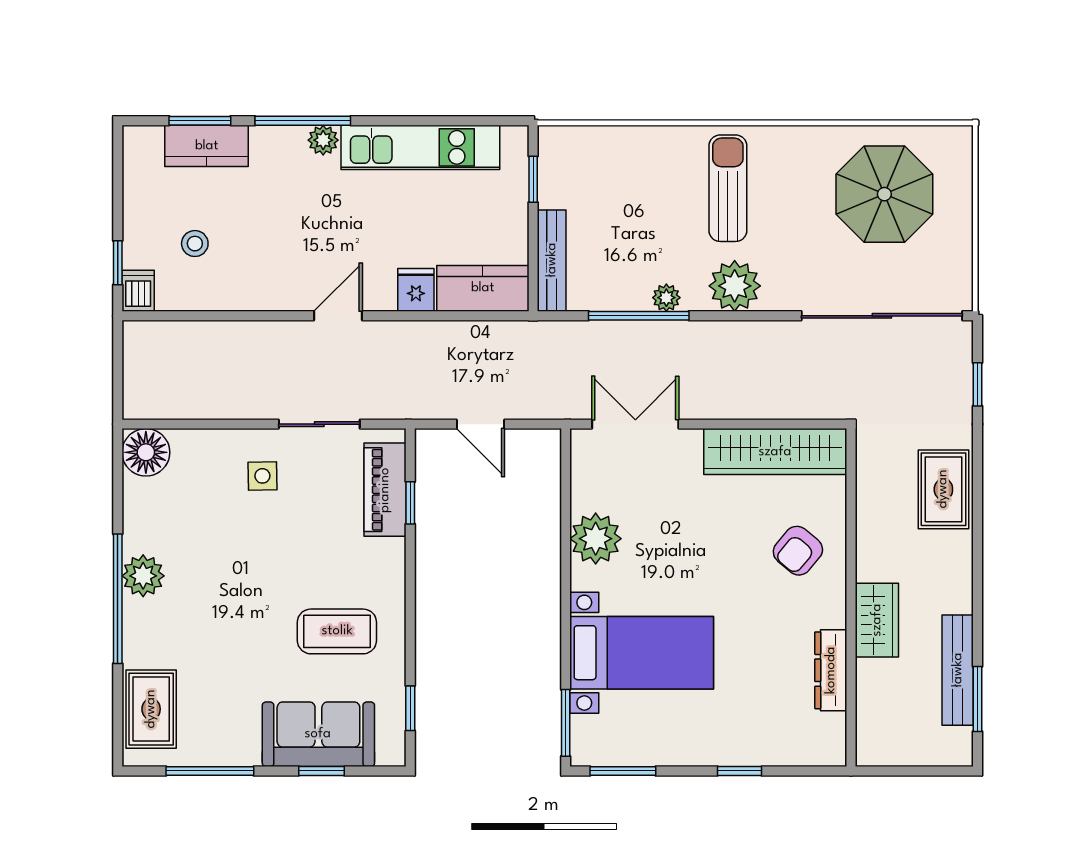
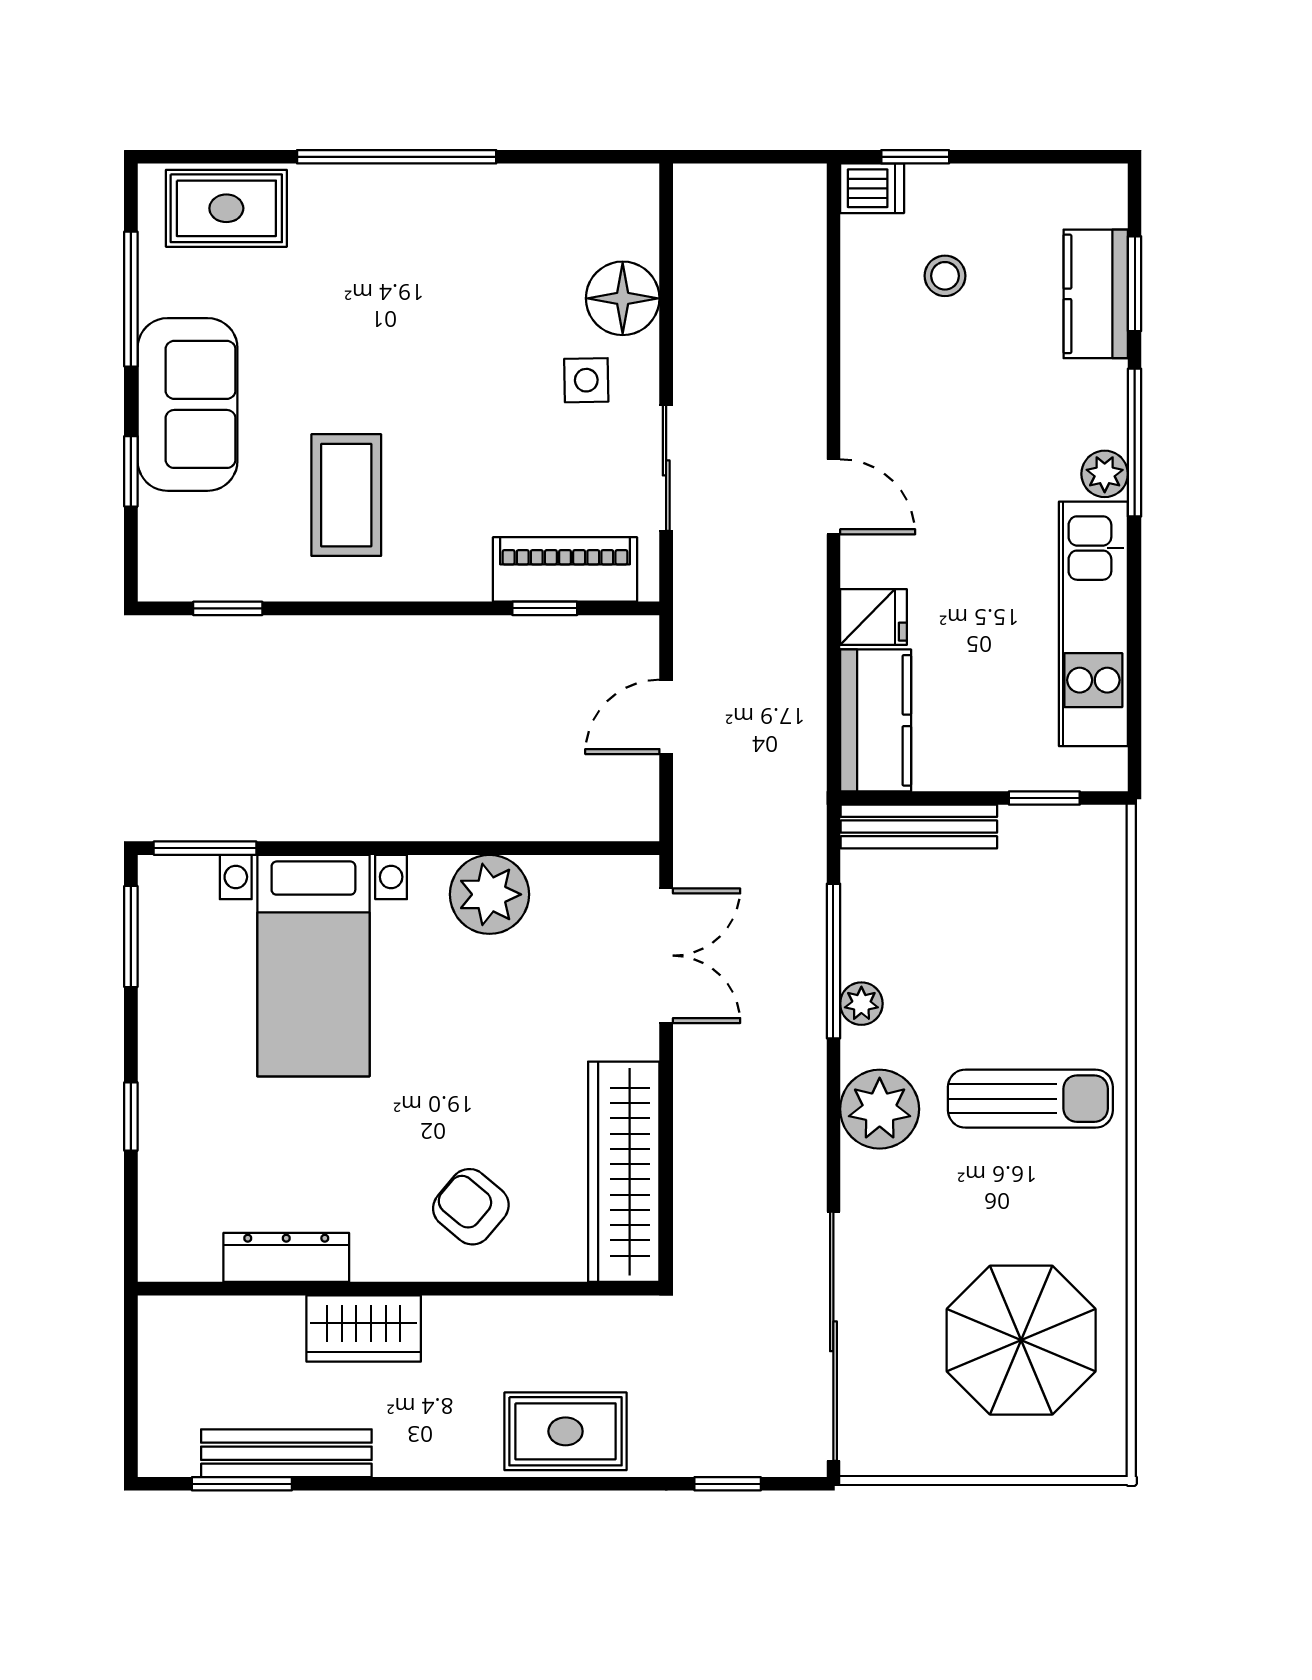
floor lamp: (146, 452) -> (623, 298), moved
plant: (143, 576) -> (432, 196), removed
sofa: (318, 734) -> (188, 404), moved

